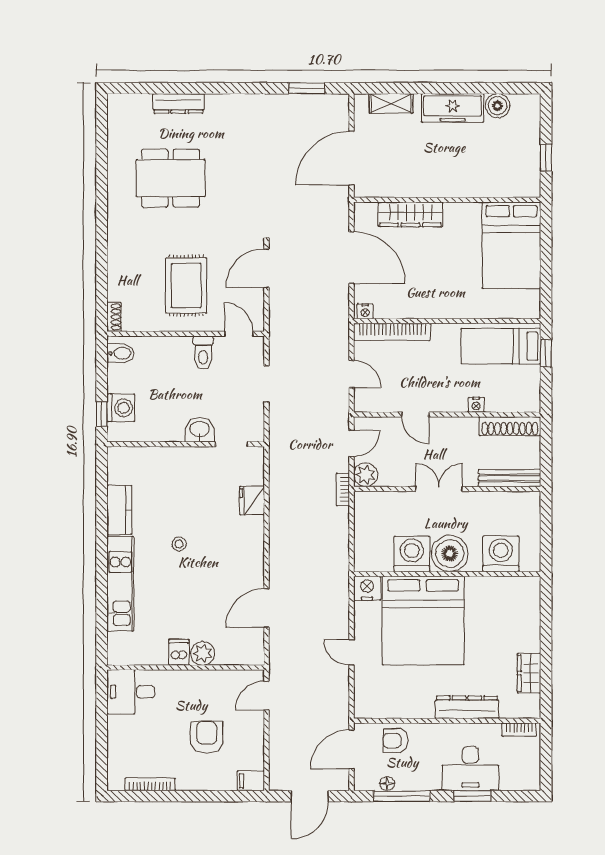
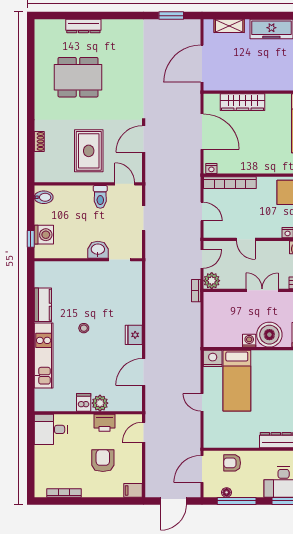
shoe rack: (114, 317) -> (39, 141), moved
fridge: (252, 500) -> (134, 335), moved
washing machine: (412, 554) -> (249, 341), width x0.53, depth x0.53
bed: (423, 621) -> (237, 381), width x0.49
printer: (209, 682) -> (105, 423), added

